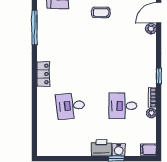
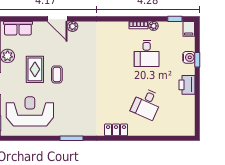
window: (34, 28) -> (71, 138), width x0.69
window: (159, 76) -> (175, 19), moved
desk: (70, 106) -> (147, 104), turned 30
printer: (101, 148) -> (187, 85), moved

